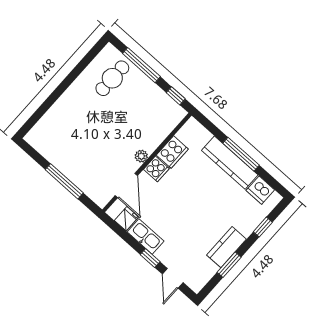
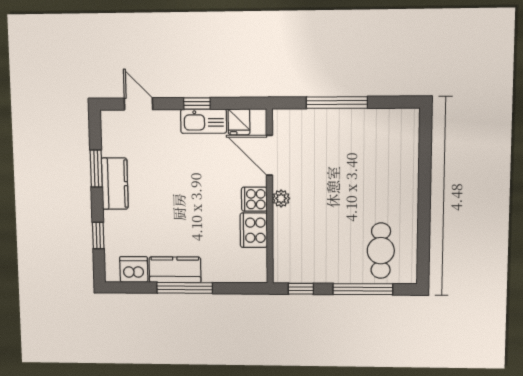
kitchen counter: (230, 163) -> (175, 270), width x0.67
window: (150, 258) -> (197, 103), moved

